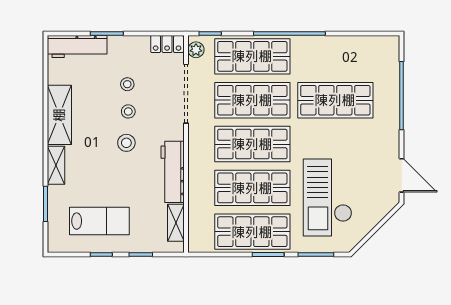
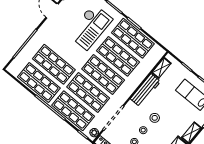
shop shelf: (335, 56) -> (39, 82), added

